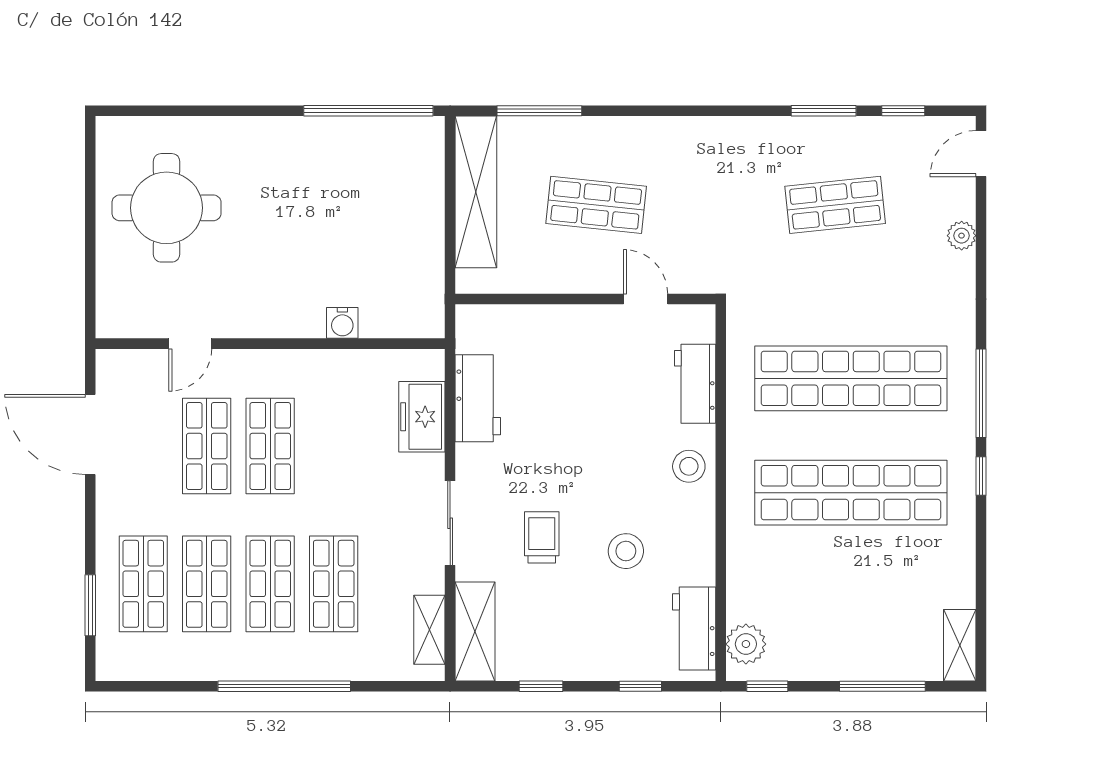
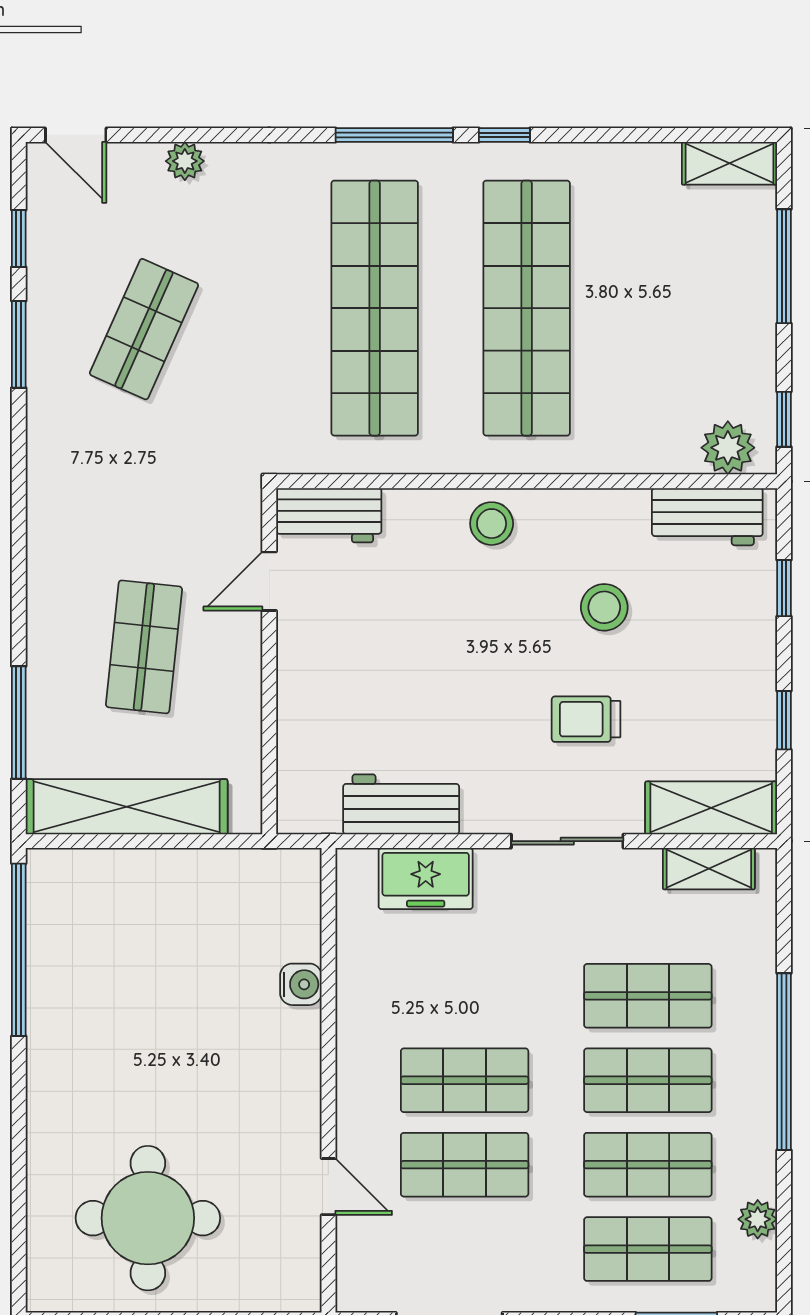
shop shelf: (835, 205) -> (144, 329), turned 30
workbench: (695, 384) -> (329, 515), moved
plant: (166, 666) -> (758, 1219), added

